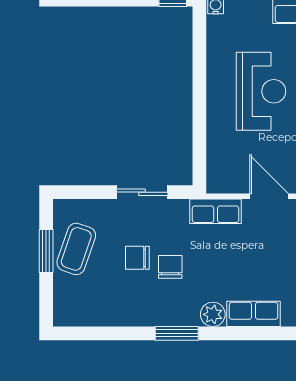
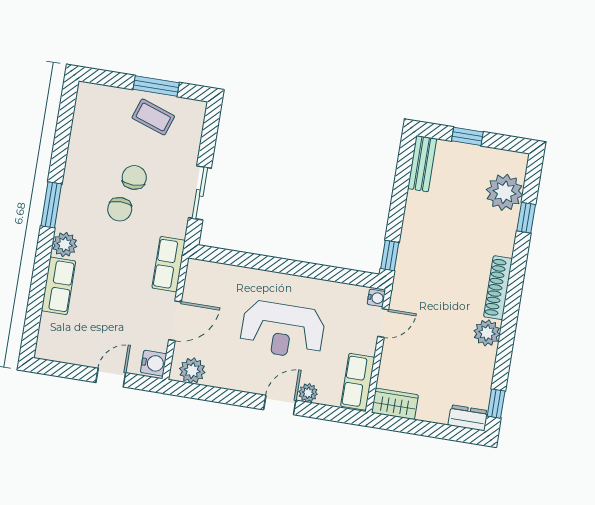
coffee table: (76, 249) -> (153, 117), width x0.73, depth x0.77
chair: (170, 267) -> (120, 209), turned 90

